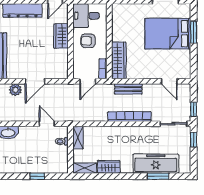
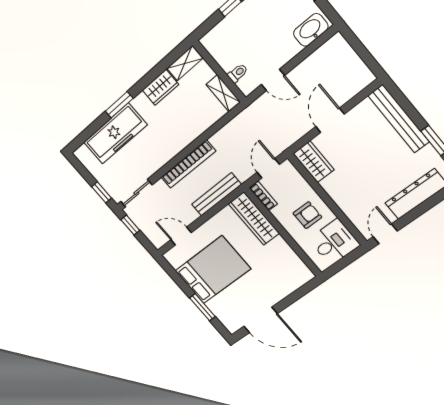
bed: (168, 34) -> (213, 270), moved
wardrobe: (61, 36) -> (314, 162), moved
bench: (128, 89) -> (216, 194), width x1.36
plant: (15, 90) -> (346, 91), removed
window: (158, 176) -> (119, 105), moved

